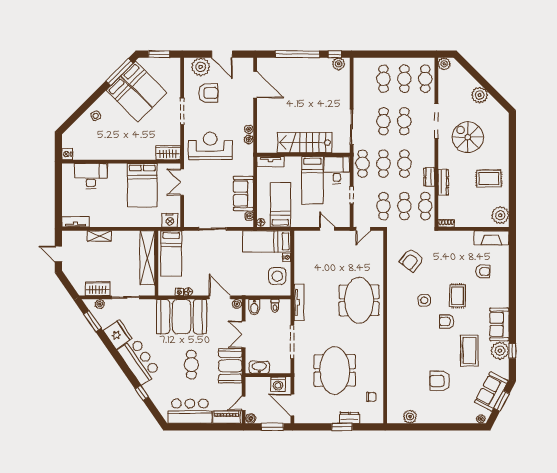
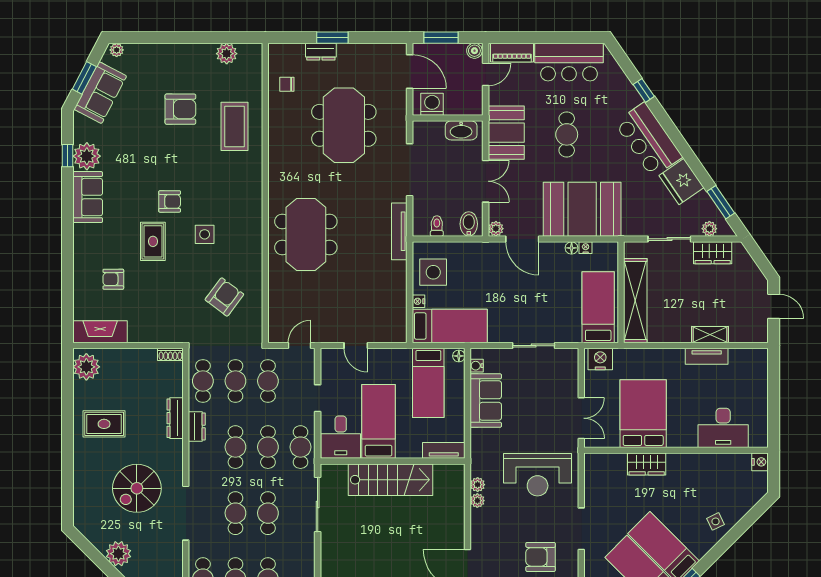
spiral stairs: (468, 137) -> (137, 488), turned 90
wardrobe: (168, 153) -> (647, 464), moved
tv unit: (76, 222) -> (707, 356), moved
coffee table: (469, 351) -> (234, 126), moved

